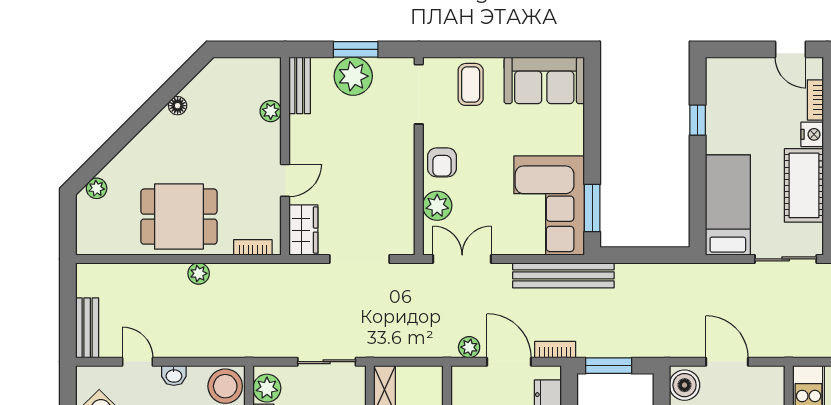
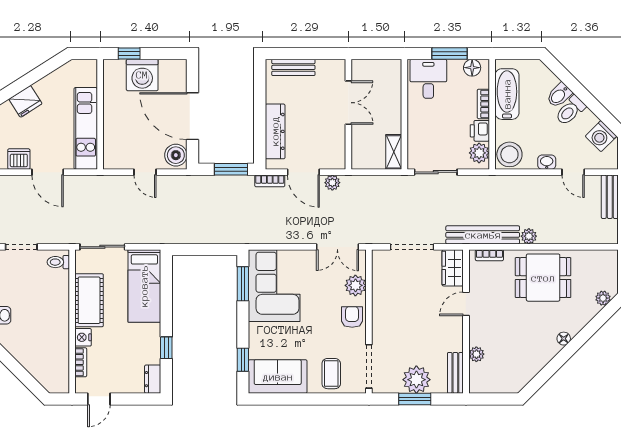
door: (790, 49) -> (99, 399), swing flipped
dresser: (716, 77) -> (153, 379), added
window: (592, 103) -> (243, 360), added
floor lamp: (178, 106) -> (564, 339), moved
bench: (563, 275) -> (483, 235), moved
door: (727, 362) -> (145, 172), width x0.73

